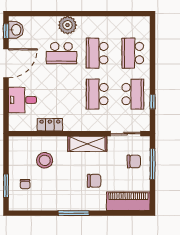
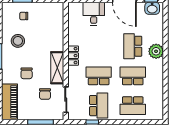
school desk: (133, 53) -> (133, 106), turned 180
school desk: (133, 94) -> (99, 106), turned -90
locker: (50, 125) -> (73, 56), moved
stool: (45, 160) -> (18, 41), moved
chair: (134, 161) -> (45, 94), moved

